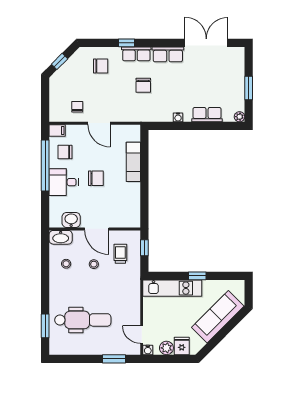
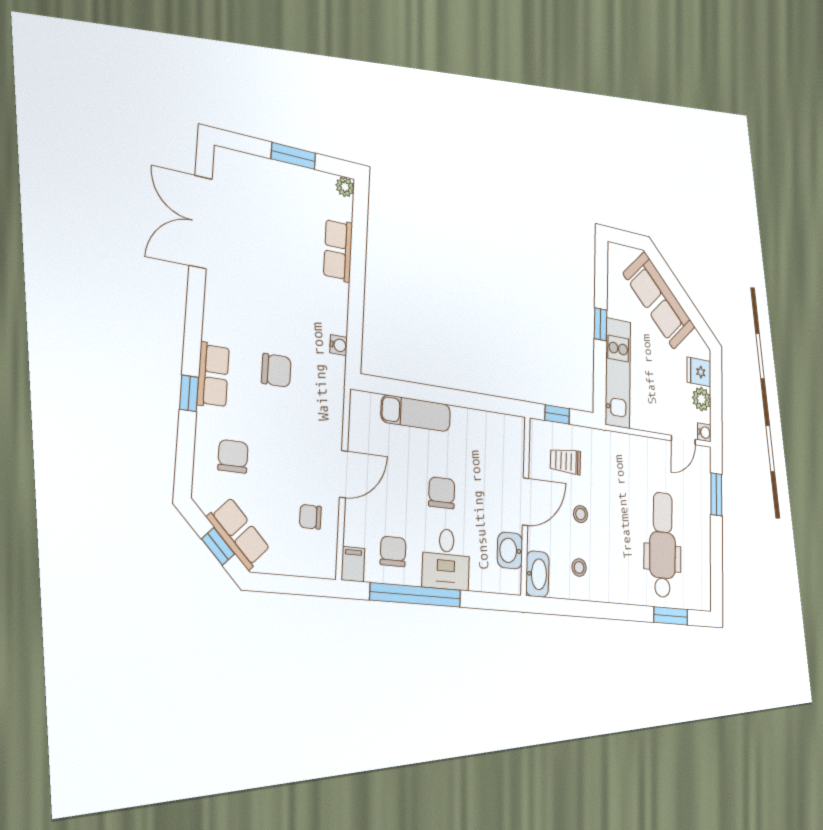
row of seats: (168, 54) -> (239, 533), moved, turned -45
water cooler: (178, 117) -> (339, 345), moved
chair: (65, 152) -> (393, 551), turned 180

